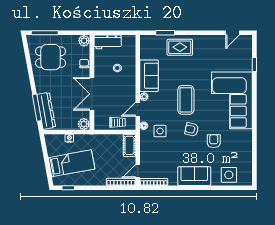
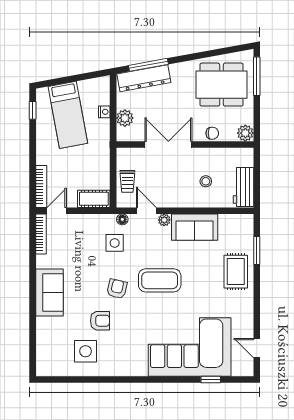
workbench: (108, 42) -> (243, 187), moved
dining table: (51, 57) -> (222, 85), width x1.37
corner sofa: (232, 100) -> (190, 347), moved
plant: (84, 124) -> (125, 118), moved
door: (138, 171) -> (57, 211), hinge flipped
side table: (229, 175) -> (86, 351), moved

